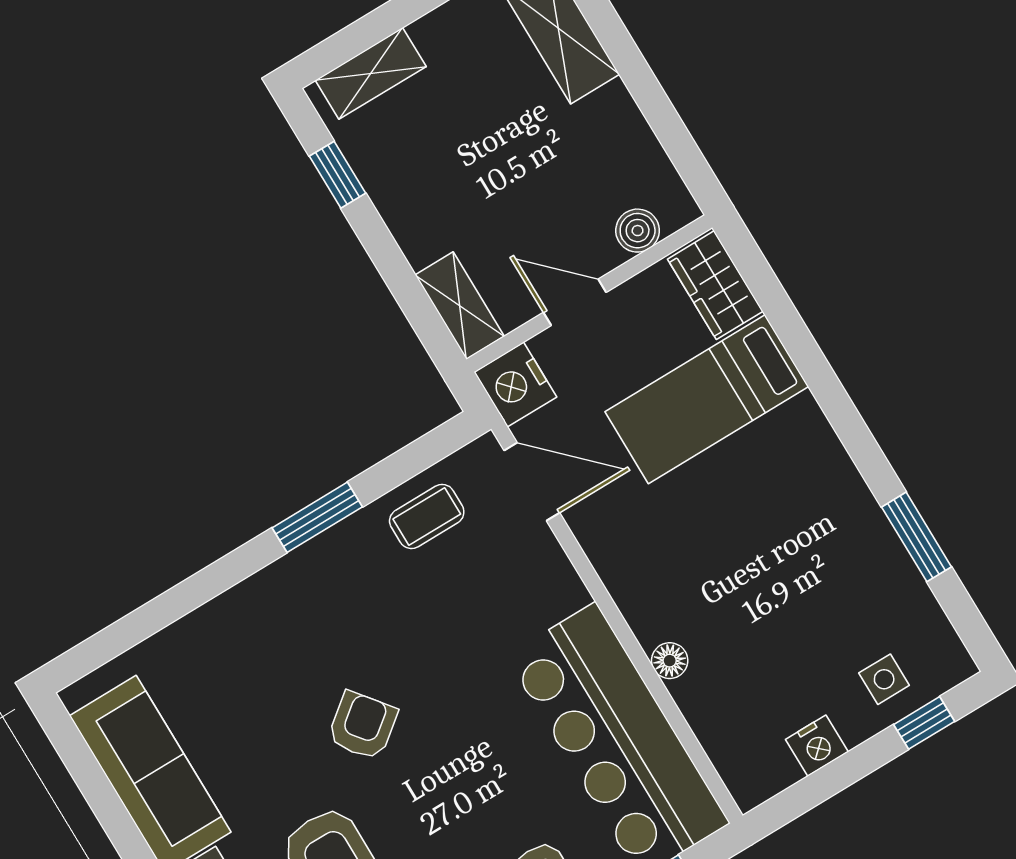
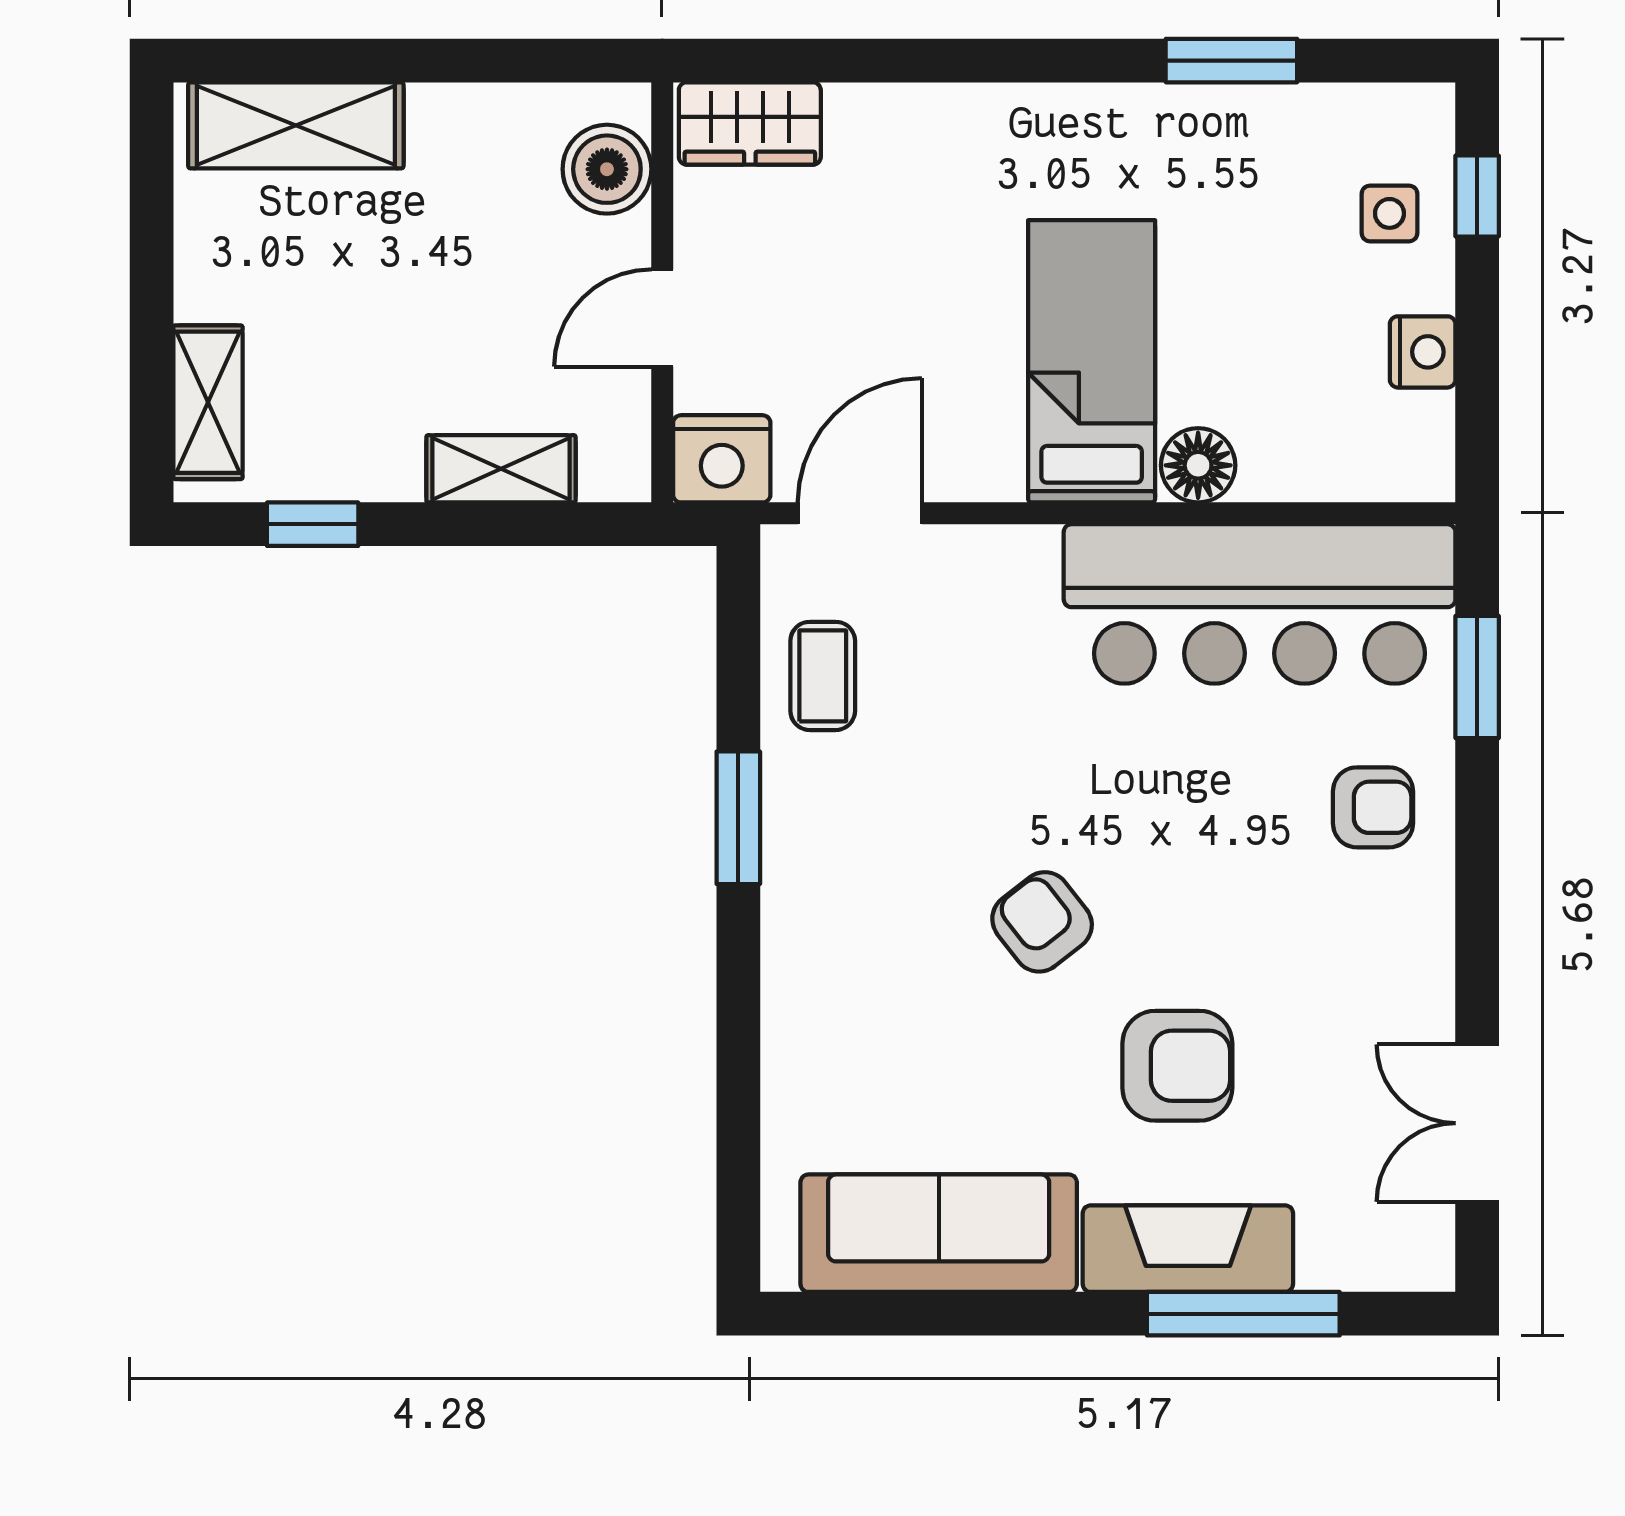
boiler: (638, 231) -> (607, 169), width x1.36, depth x1.36
shelving: (460, 306) -> (501, 469), moved
bed: (707, 399) -> (1092, 361), moved, turned 180
floor lamp: (670, 661) -> (1198, 465), width x1.37, depth x1.37

